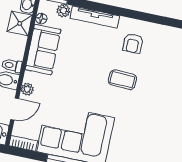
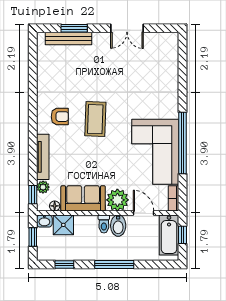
coffee table: (122, 80) -> (95, 119), width x1.36, depth x1.30
plant: (27, 89) -> (117, 200), width x1.88, depth x1.88

